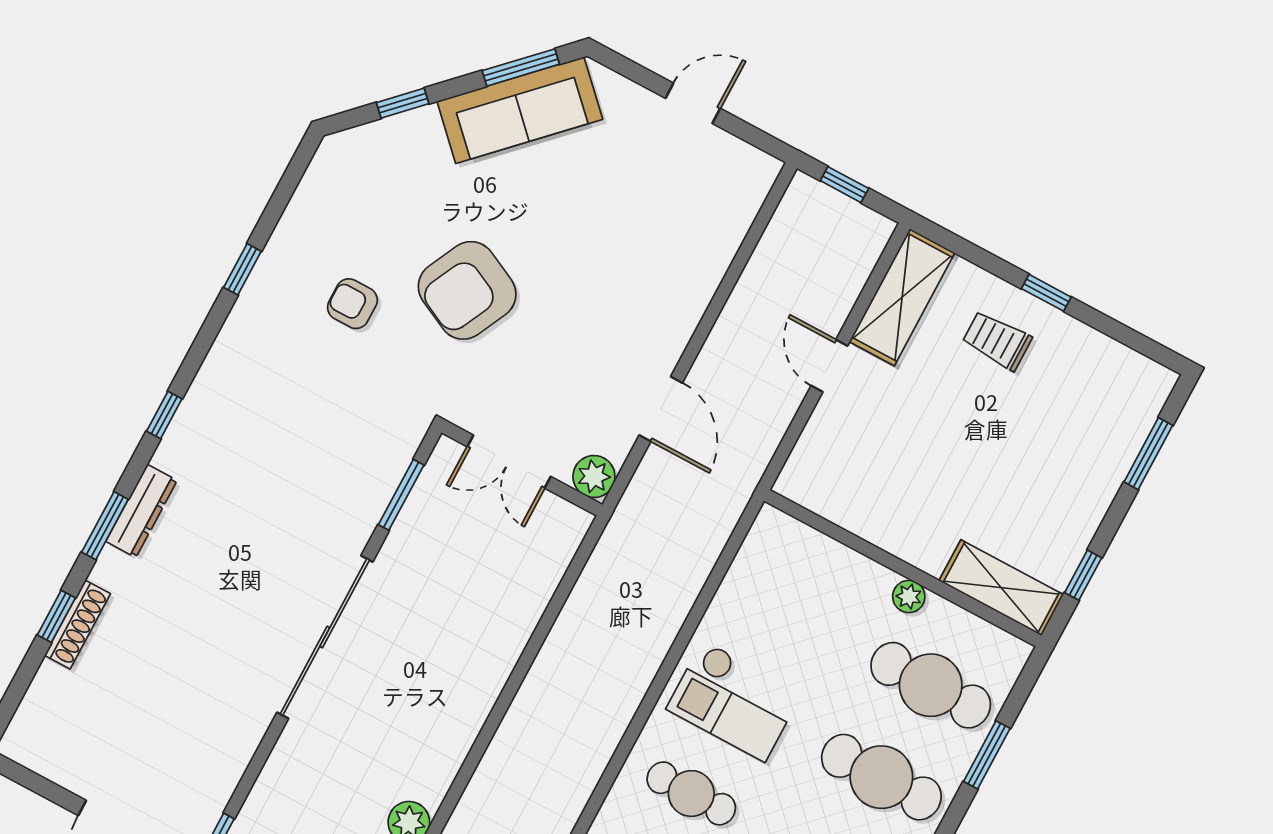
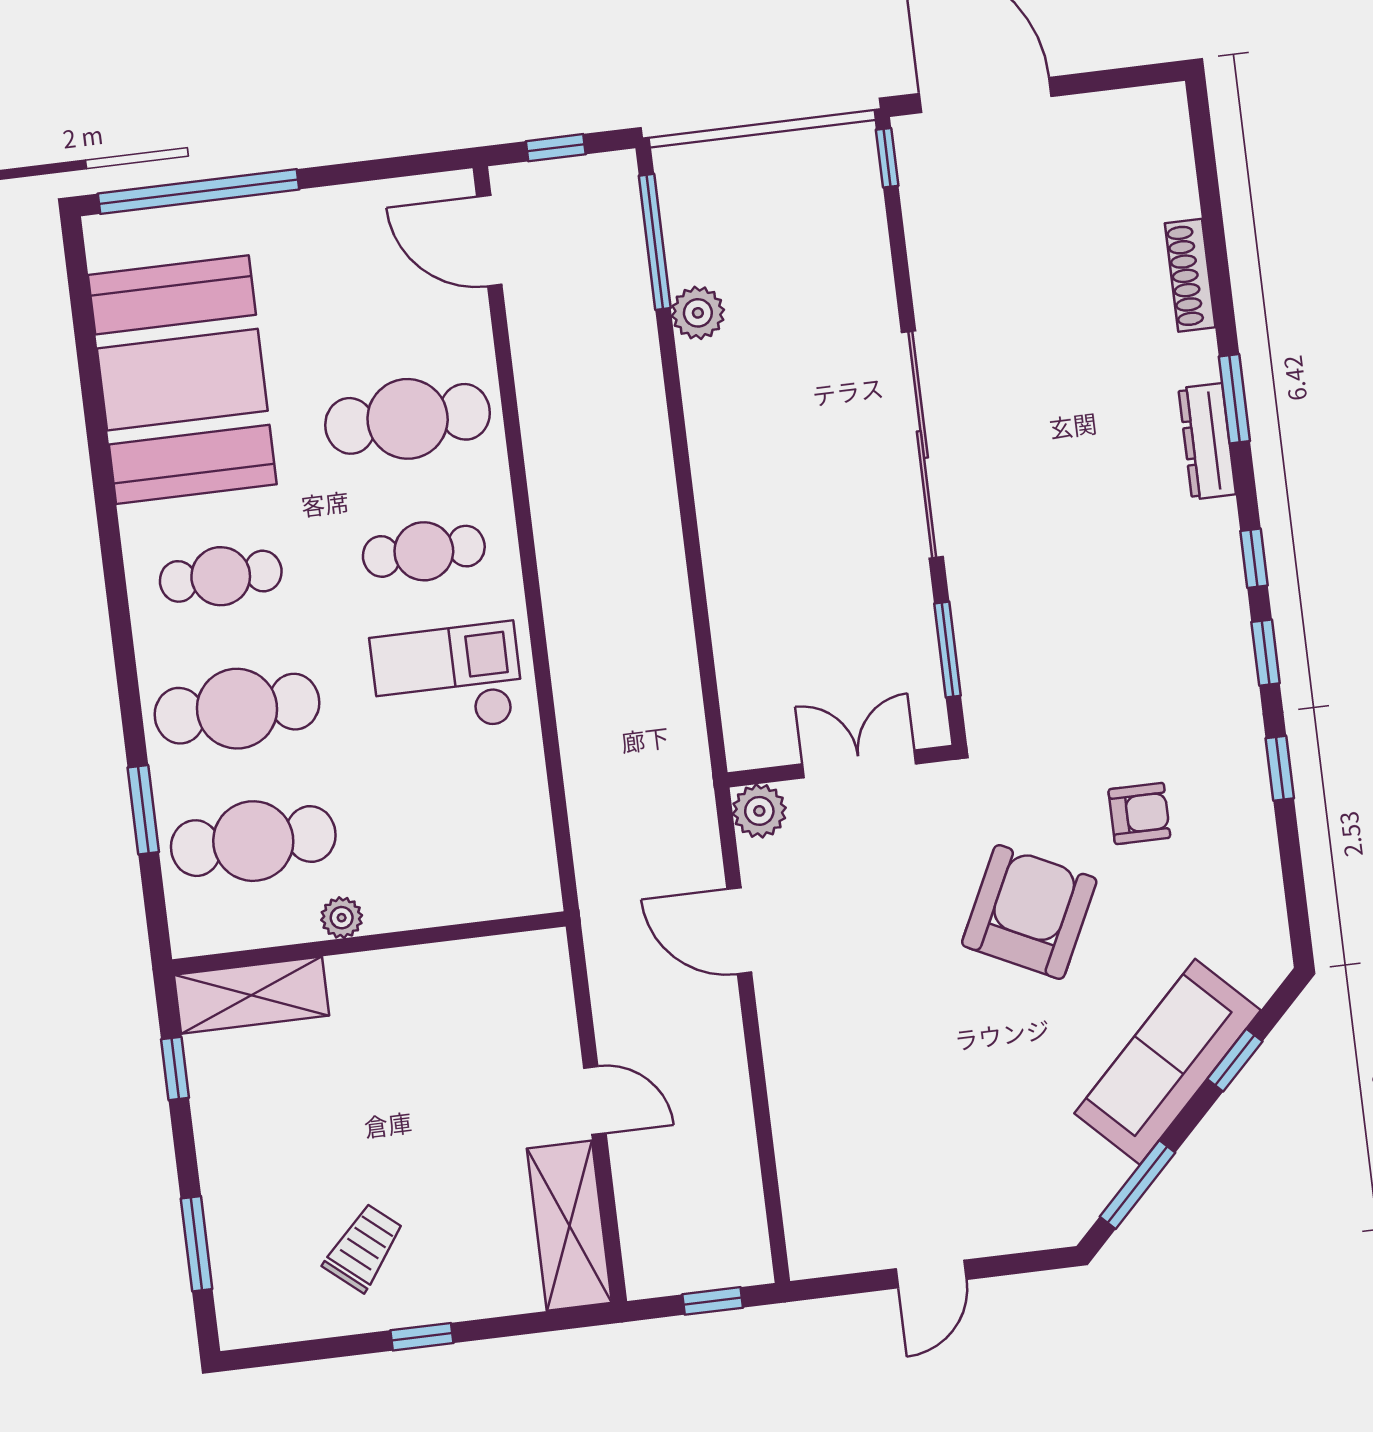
sofa: (520, 110) -> (1168, 1062), moved
trolley: (997, 340) -> (364, 1248), moved, turned -50
window: (56, 616) -> (1266, 653), moved

